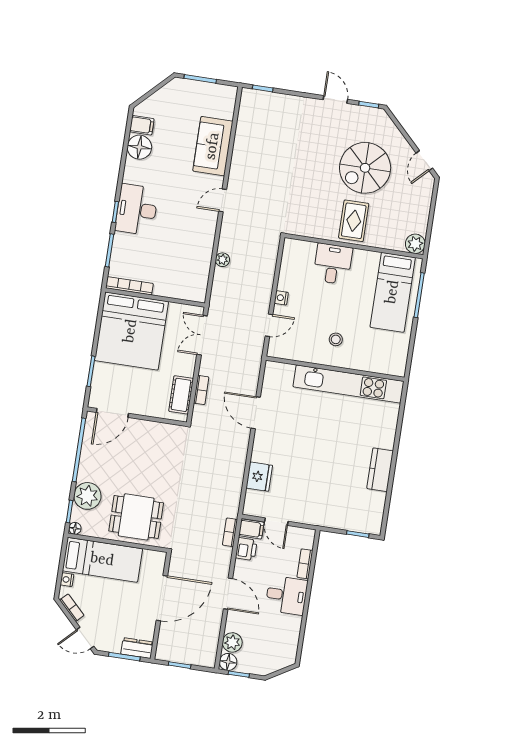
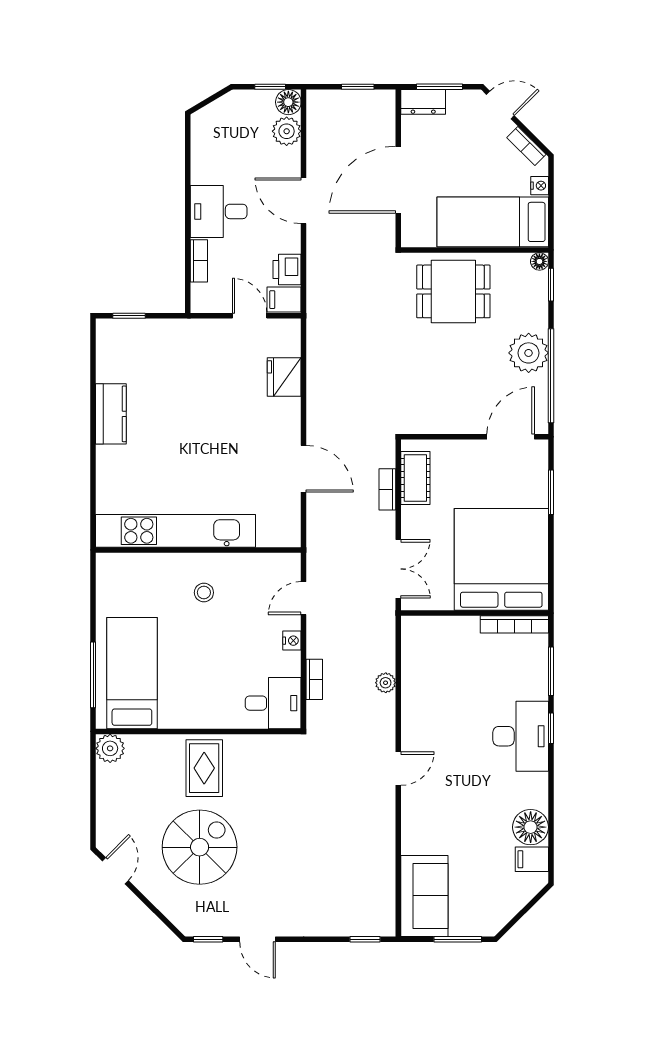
sofa: (213, 146) -> (424, 896), moved
desk: (333, 264) -> (273, 703), moved, turned -90
plant: (87, 496) -> (529, 353), moved
bookcase: (230, 532) -> (314, 679), moved

